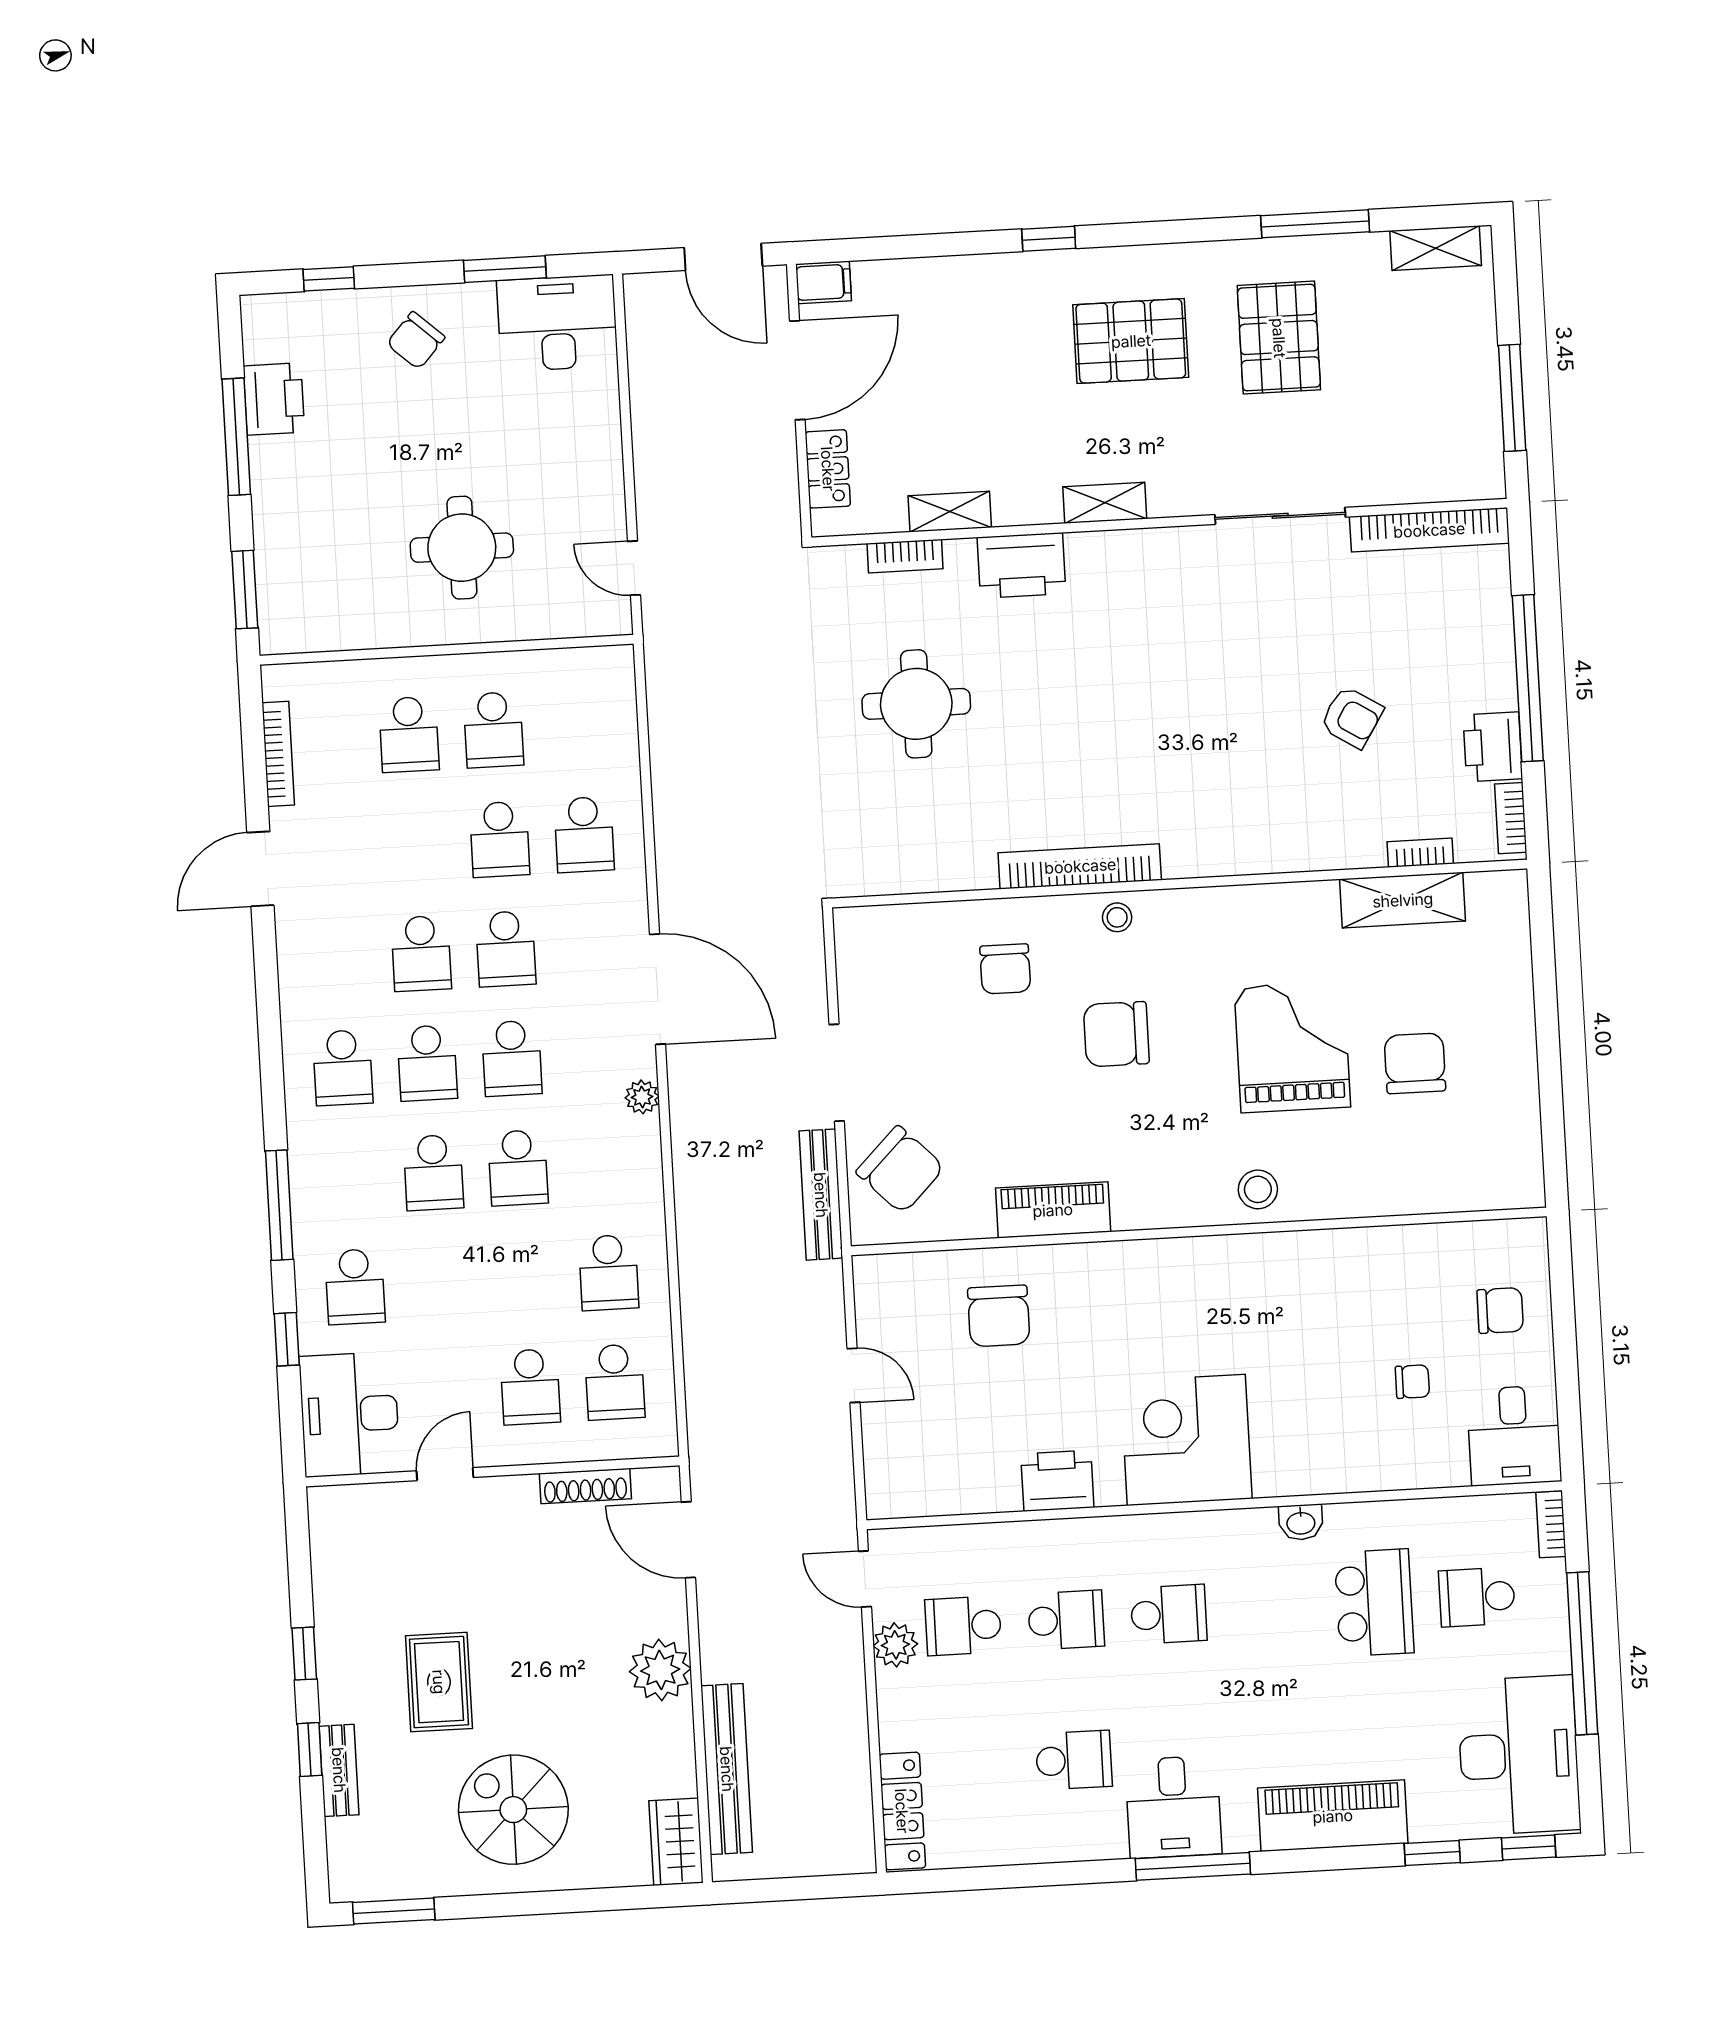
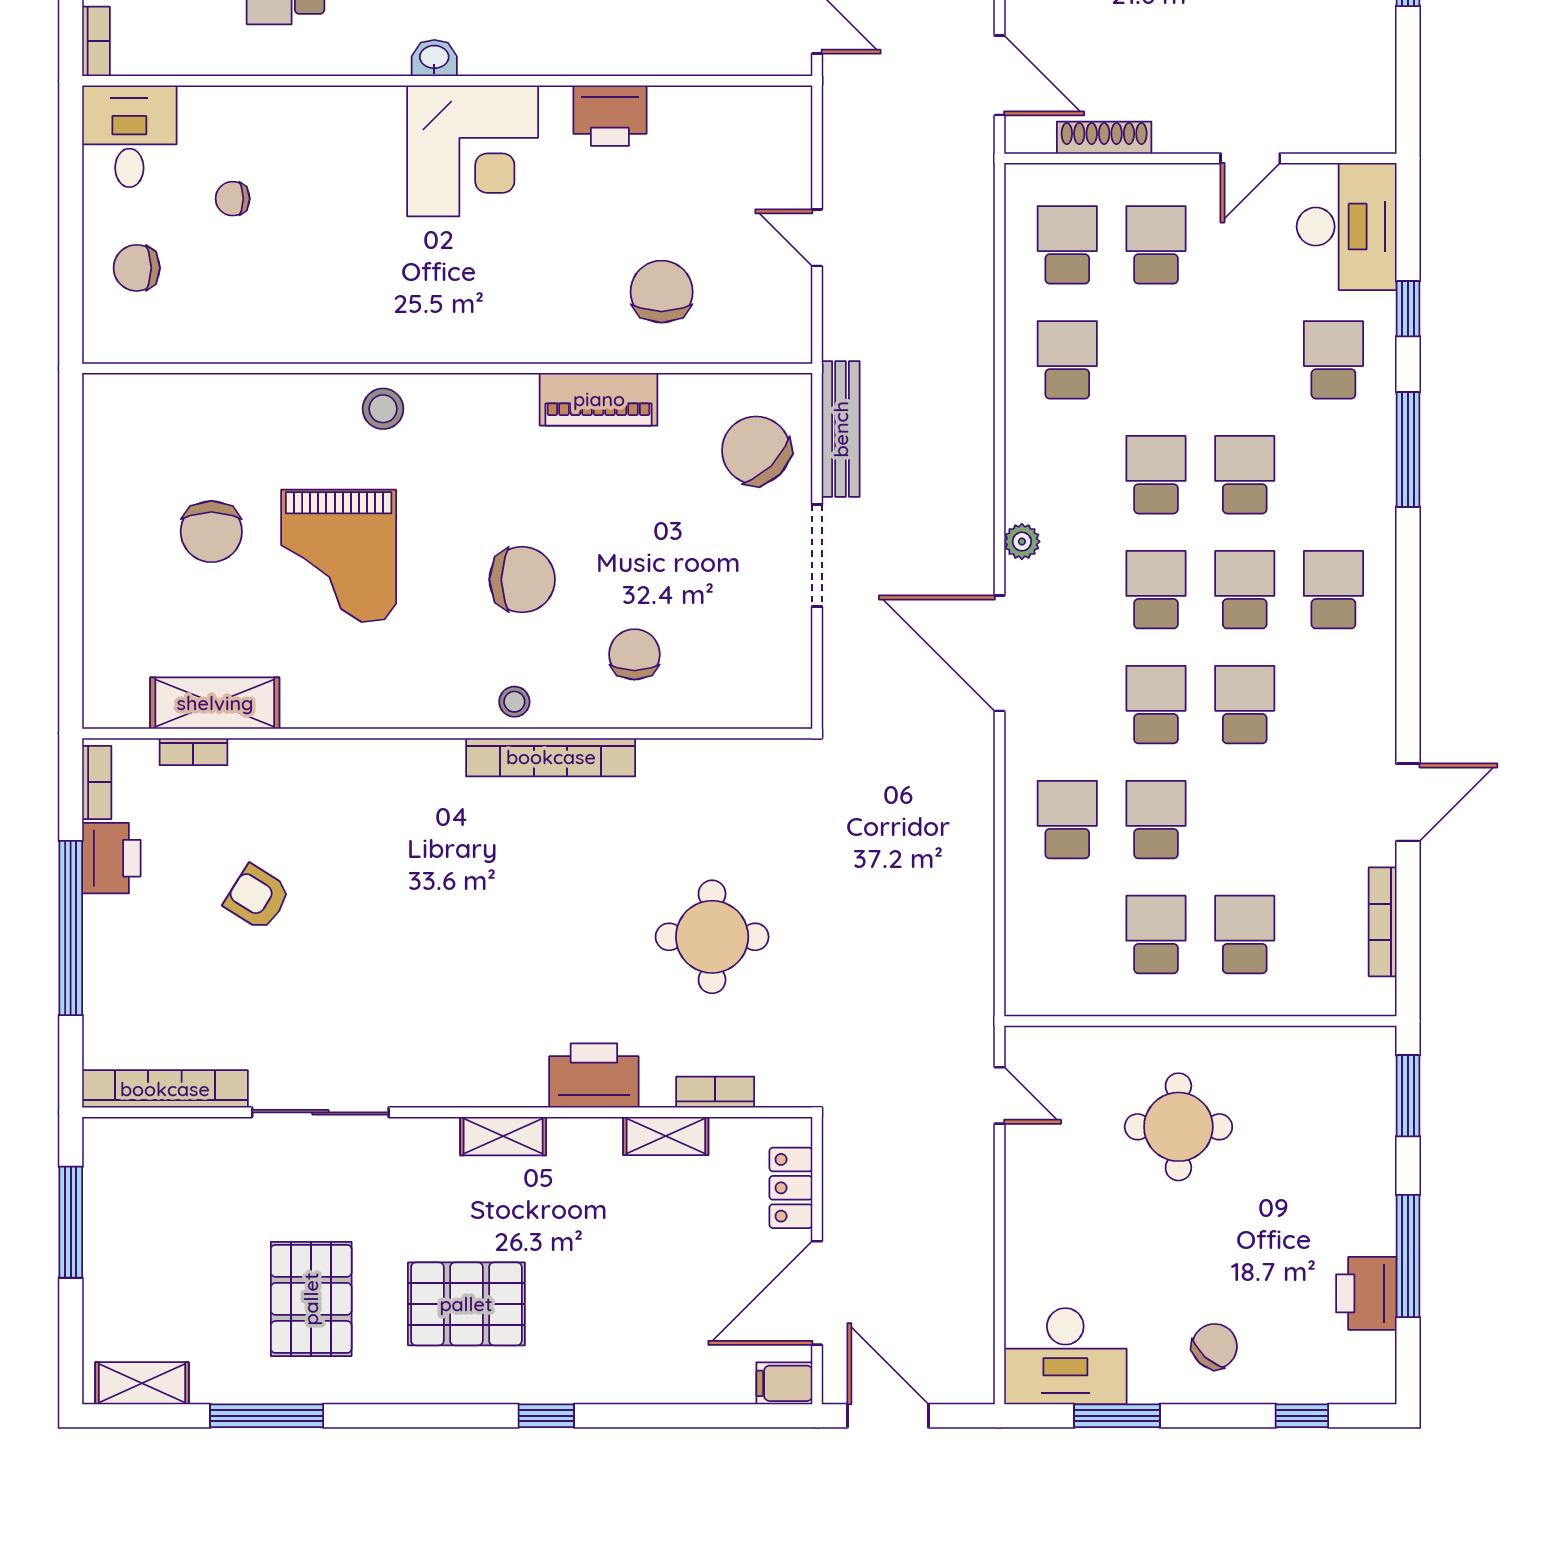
washbasin: (1301, 1522) -> (434, 58), moved

